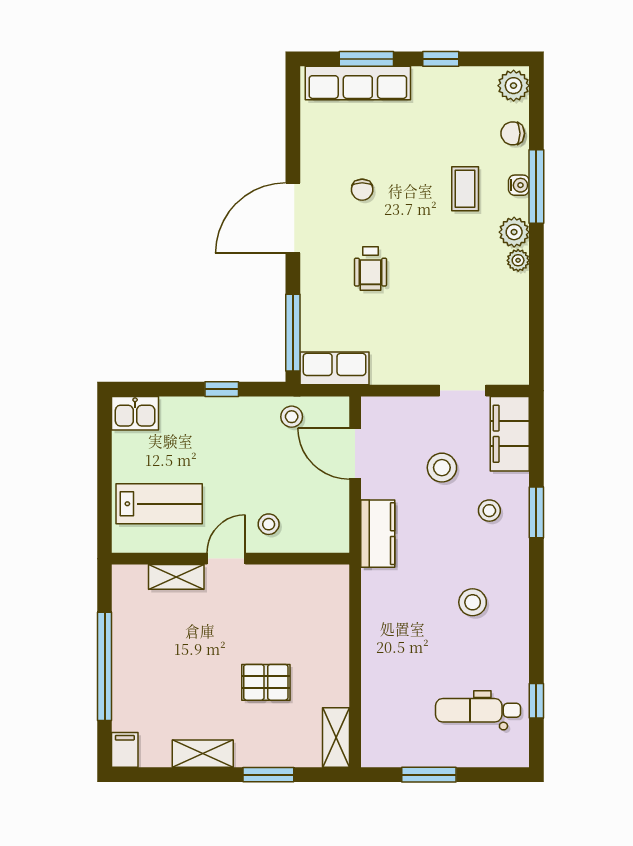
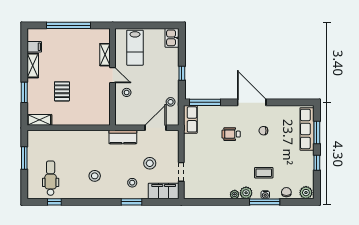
filing cabinet: (125, 750) -> (34, 47), moved

